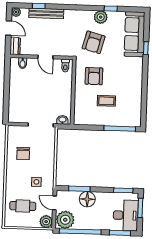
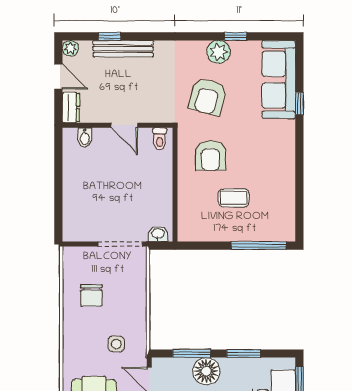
window: (123, 190) -> (243, 353), moved

